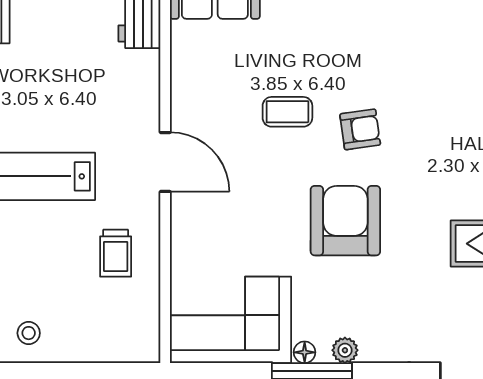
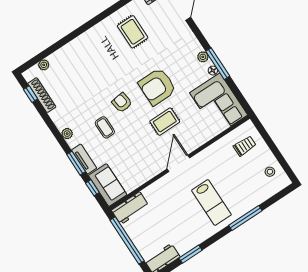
coffee table: (287, 112) -> (105, 127), moved
rug: (266, 190) -> (165, 122), added
trolley: (116, 253) -> (245, 146), moved

